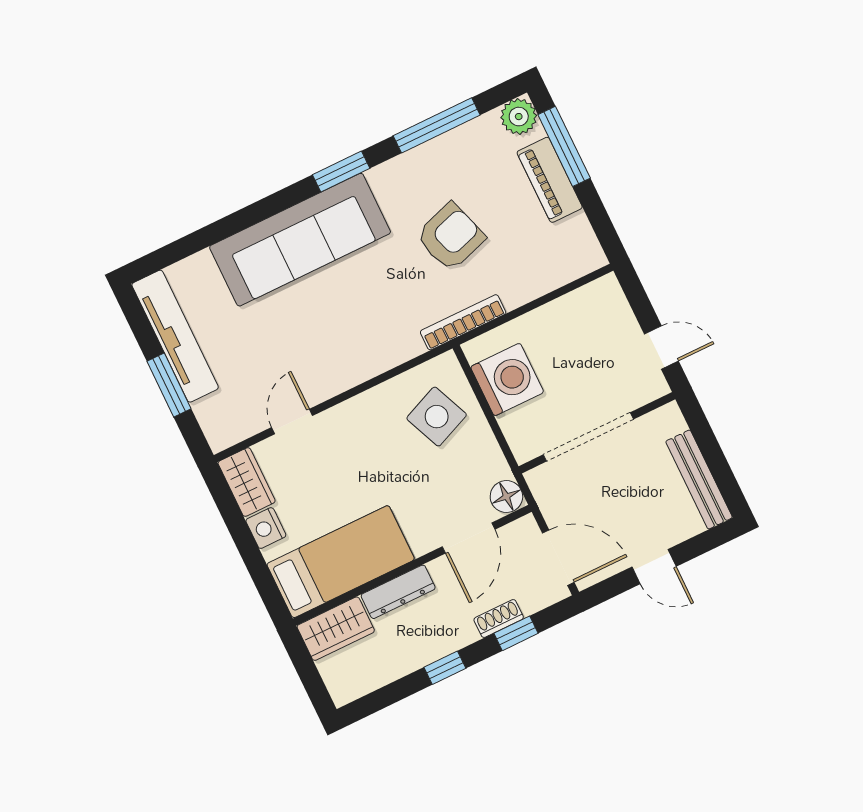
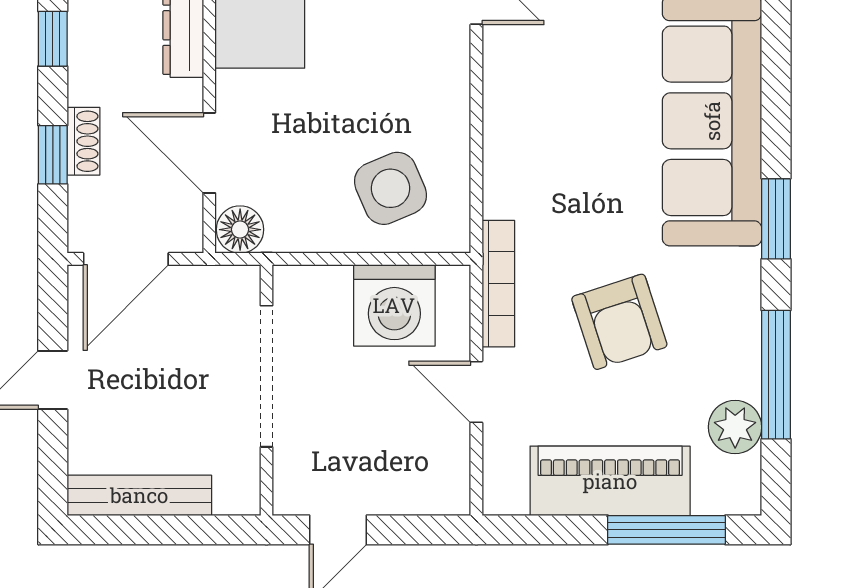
plant: (519, 117) -> (735, 427), moved
piano: (550, 180) -> (610, 481), width x1.37, depth x1.33
door: (536, 304) -> (476, 392), added

